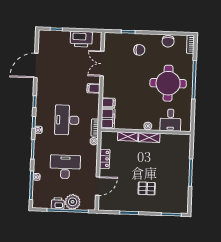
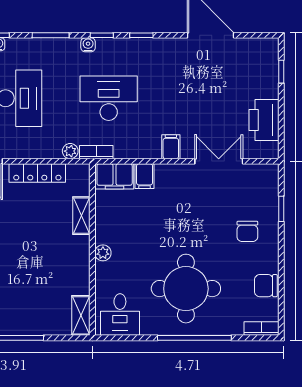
desk: (170, 120) -> (120, 315), moved, turned -90
shelving: (149, 138) -> (81, 315), moved
locker: (105, 159) -> (37, 173), width x1.53

